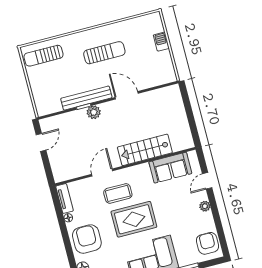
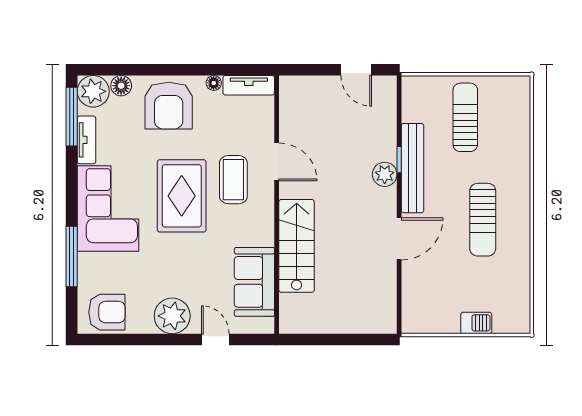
sun lounger: (44, 56) -> (465, 117), moved
plant: (205, 206) -> (172, 316), width x1.88, depth x1.88
armchair: (87, 239) -> (169, 106), turned 90

